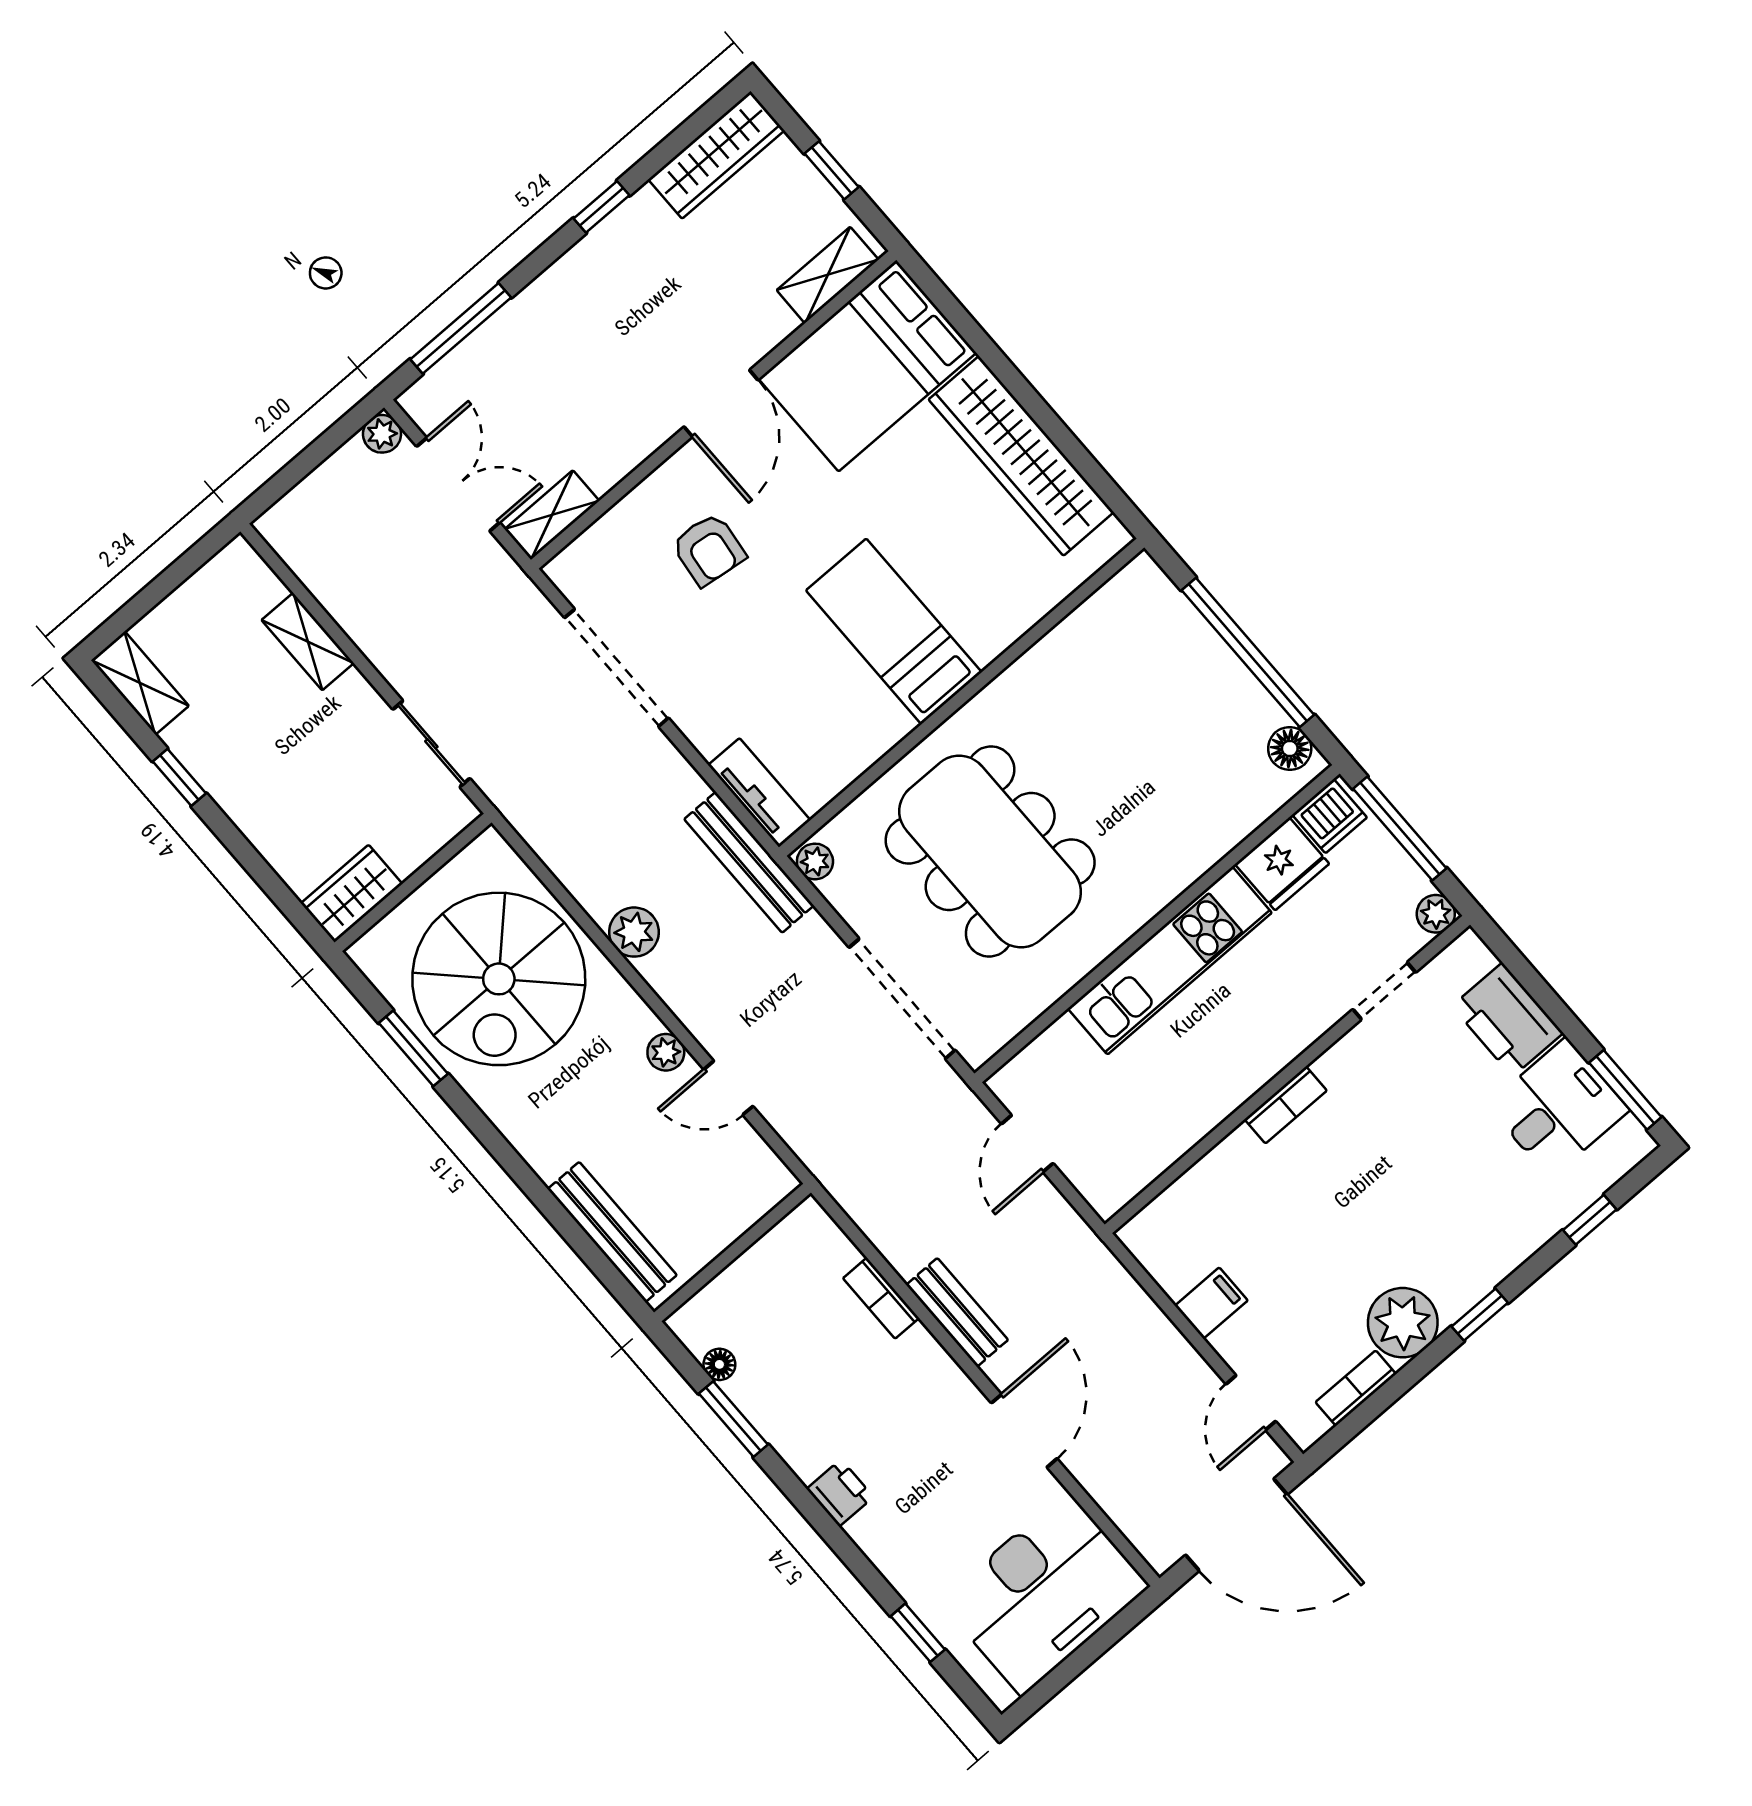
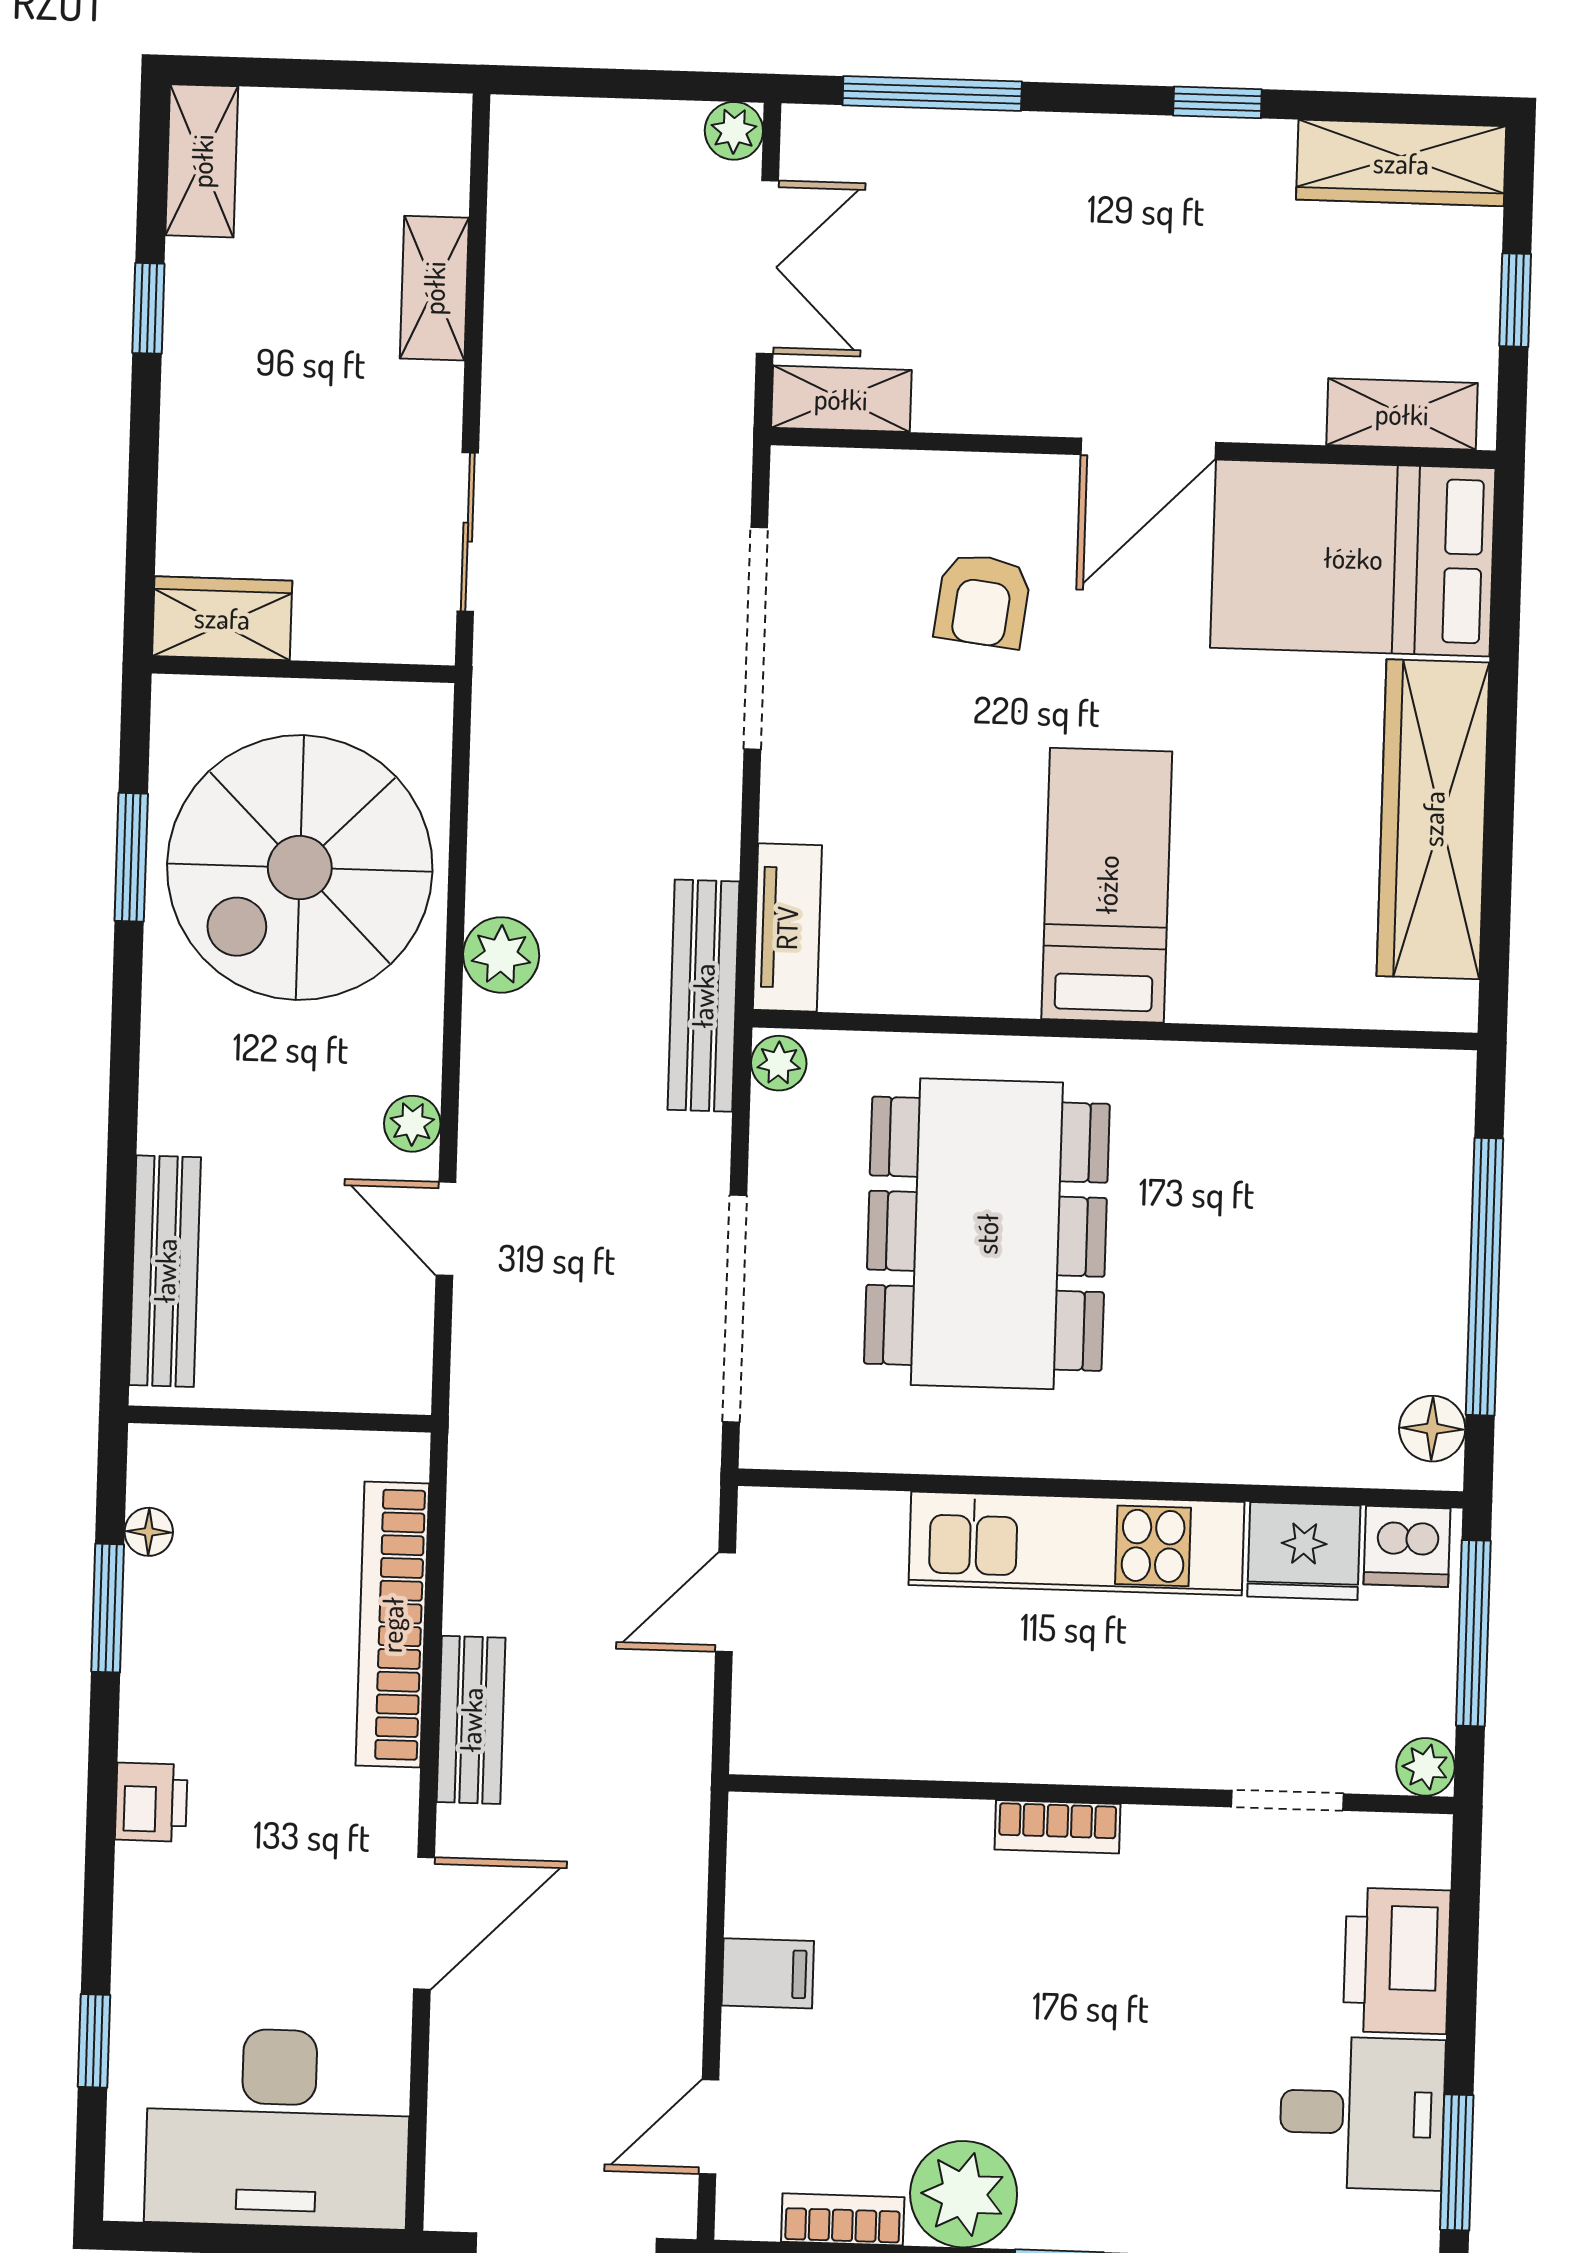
bookcase: (881, 1298) -> (392, 1625), width x2.31, depth x1.31

